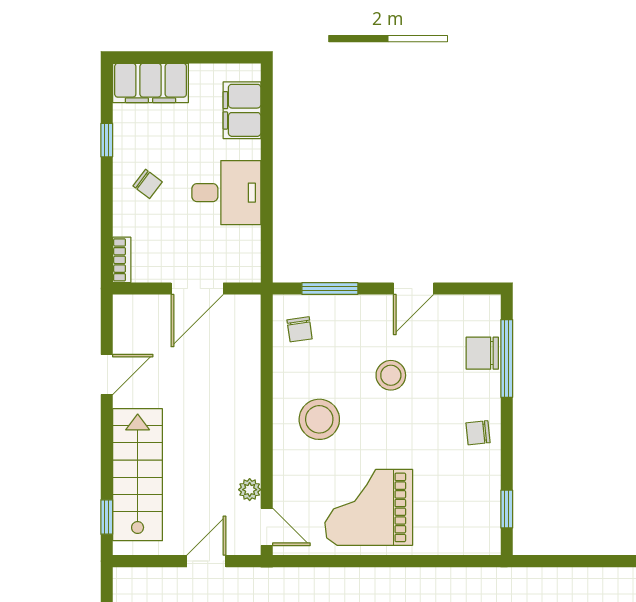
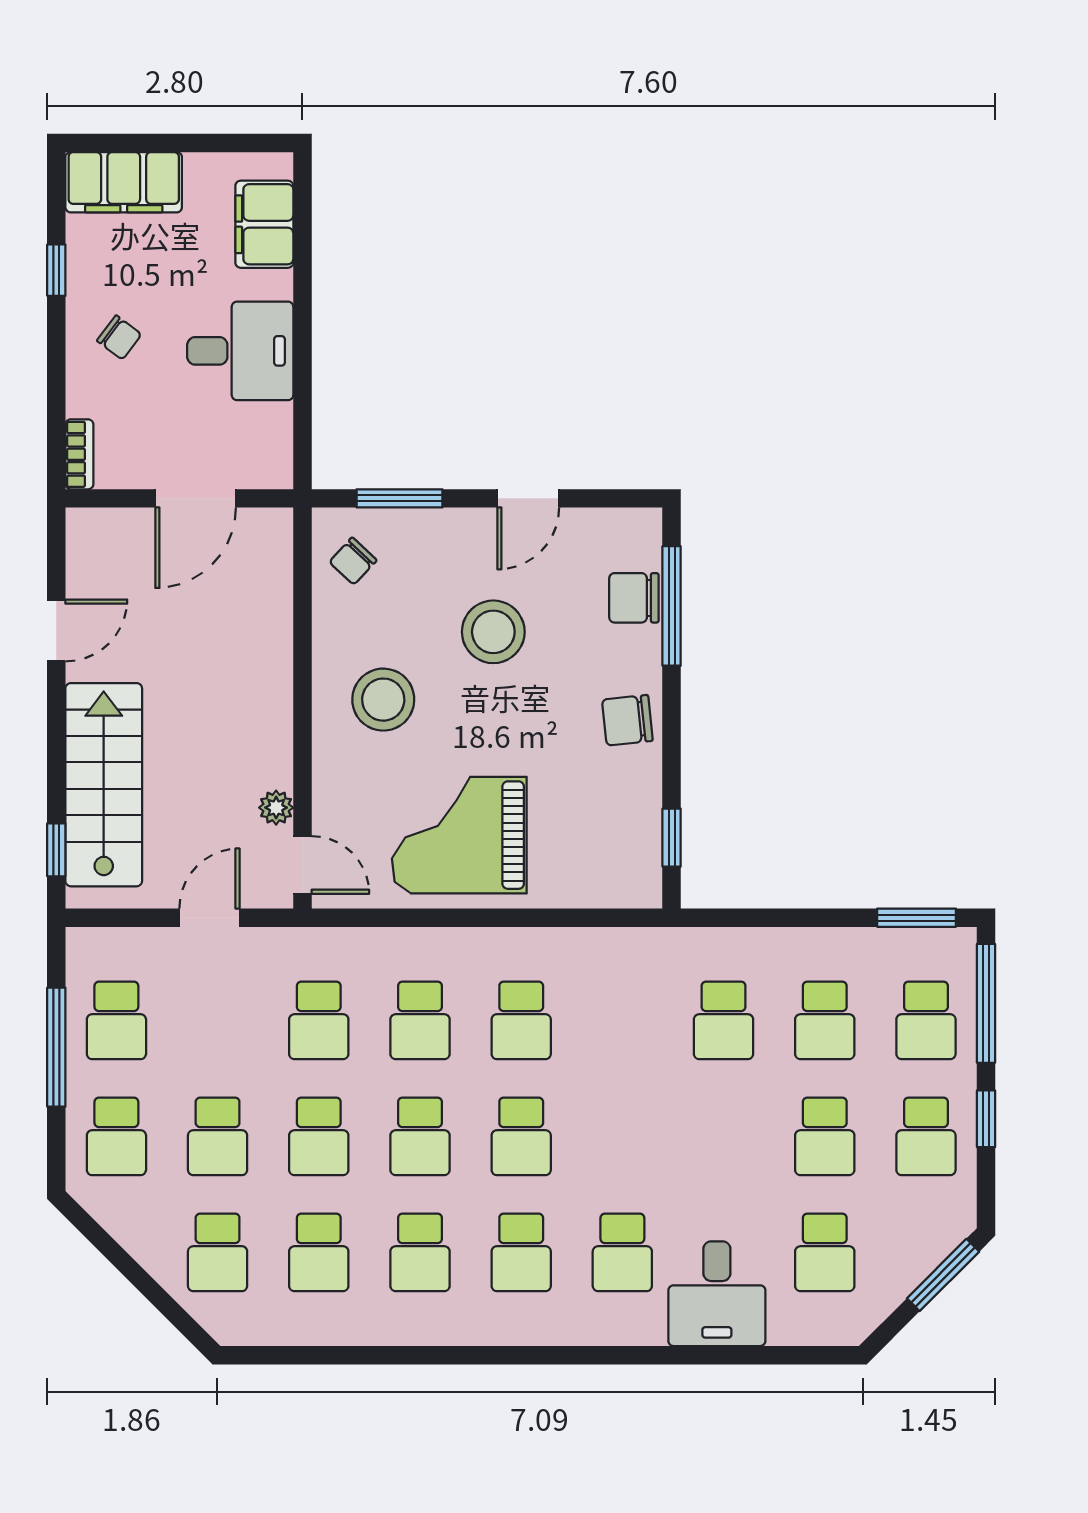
chair: (300, 329) -> (353, 561), turned 51
stool: (391, 375) -> (493, 632), width x1.38, depth x1.38
chair: (478, 433) -> (627, 720), width x1.37, depth x1.37

